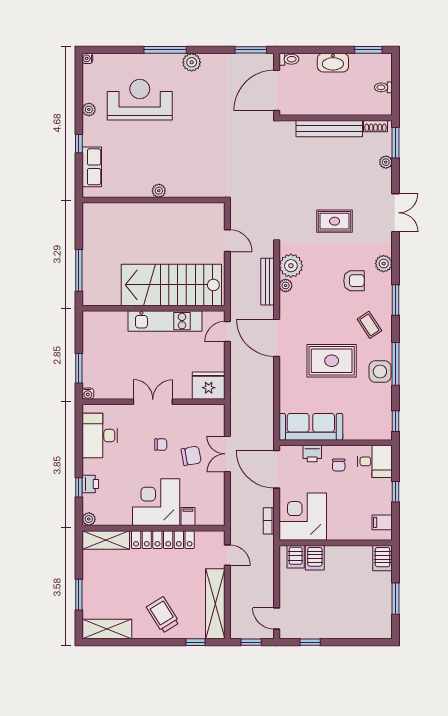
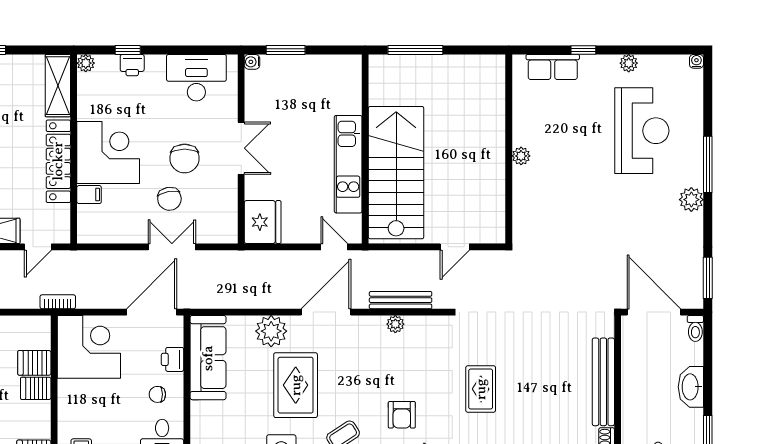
plant: (291, 266) -> (271, 331), moved
chair: (161, 445) -> (185, 158), width x1.87, depth x1.87
bookcase: (269, 521) -> (58, 302), moved
server rack: (296, 557) -> (36, 388), moved

